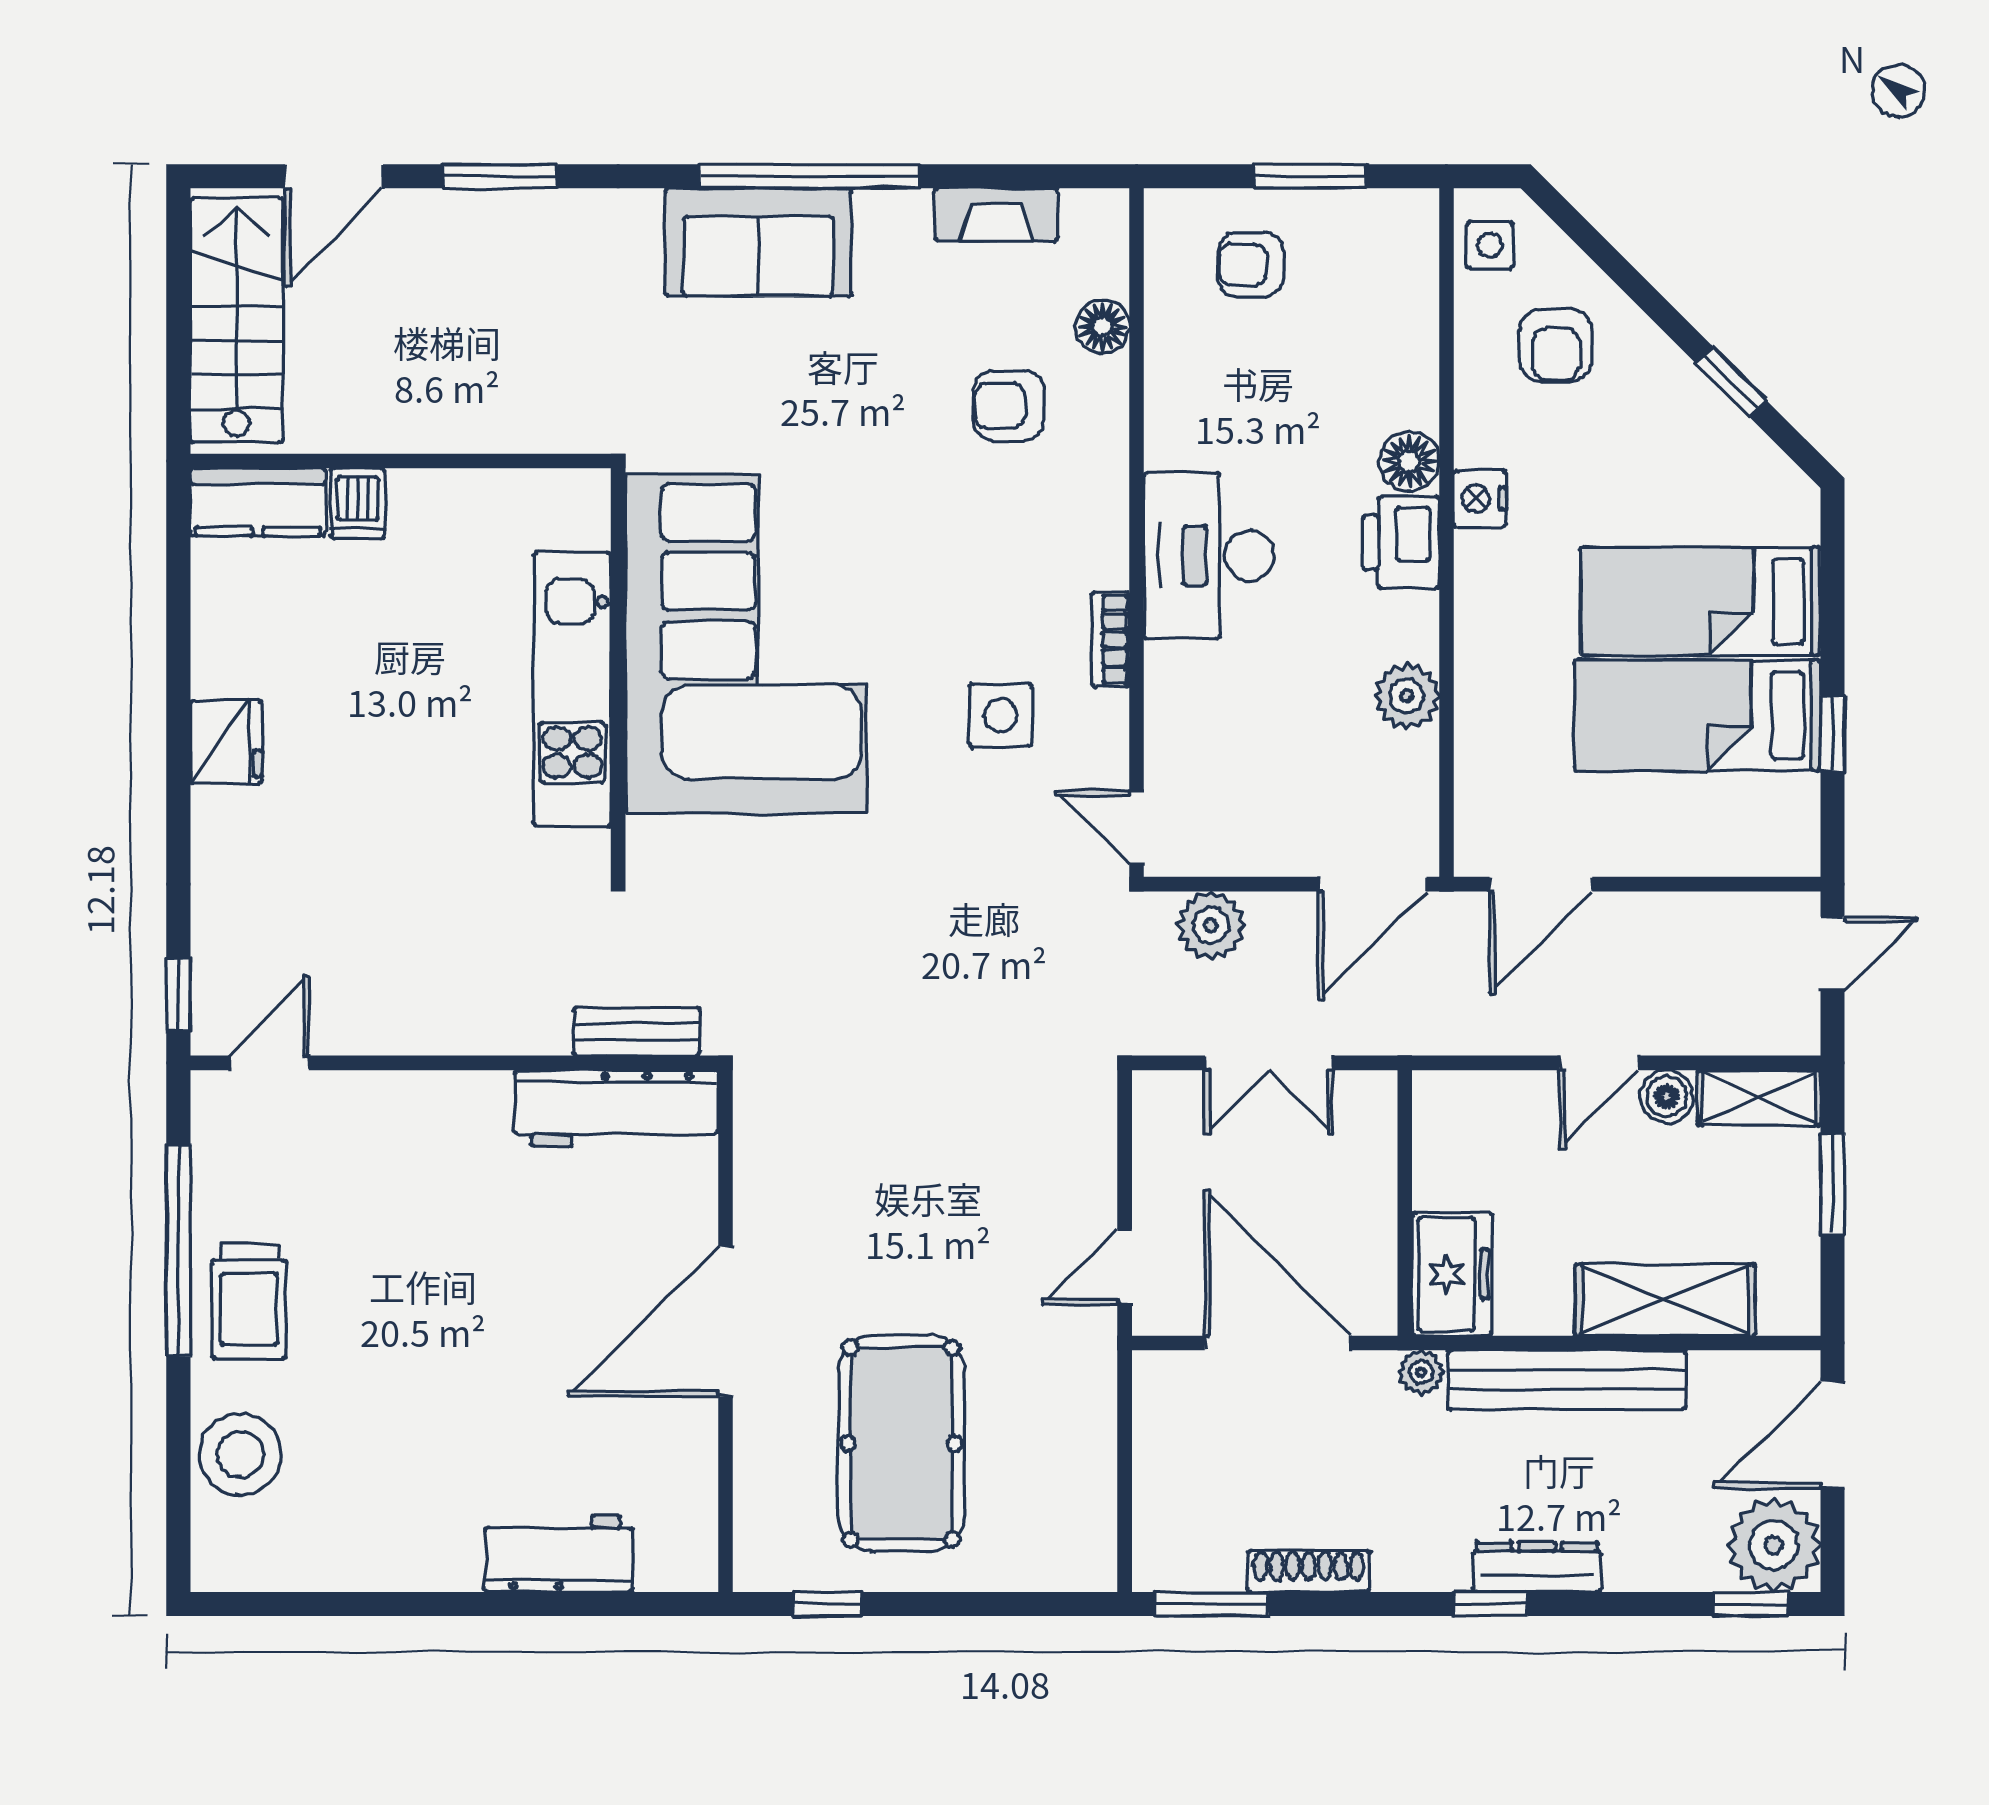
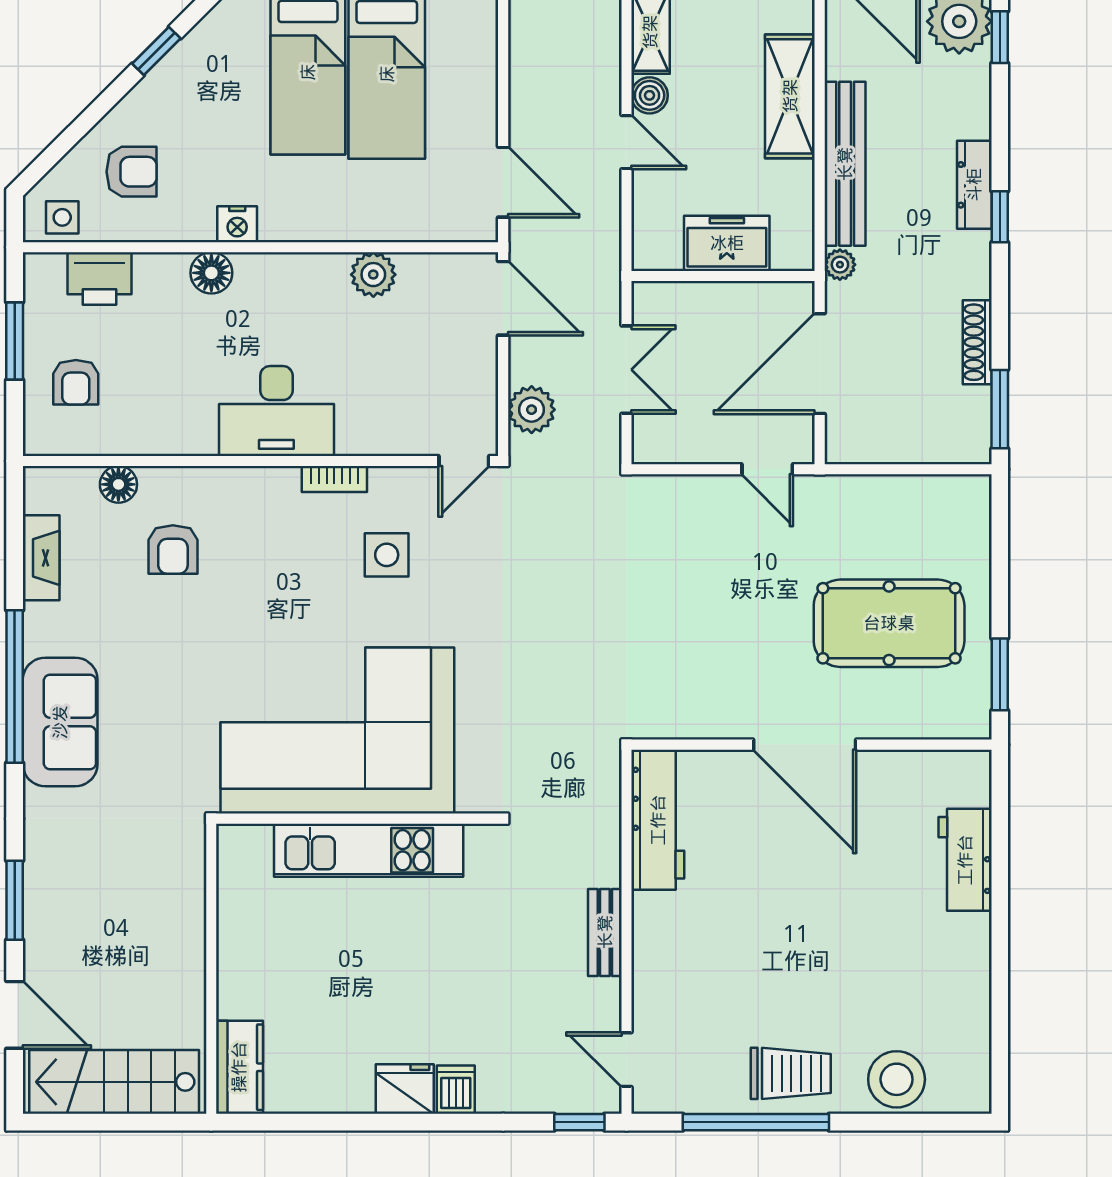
dishwasher: (358, 503) -> (456, 1090), moved, turned -90
printer: (1401, 542) -> (100, 279), moved
bench: (637, 1032) -> (605, 932), moved
freezer: (1452, 1274) -> (727, 243), moved
window: (827, 1604) -> (1000, 674), width x1.50

